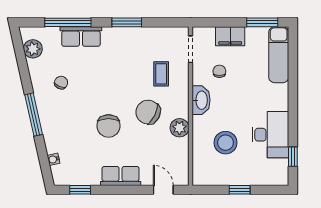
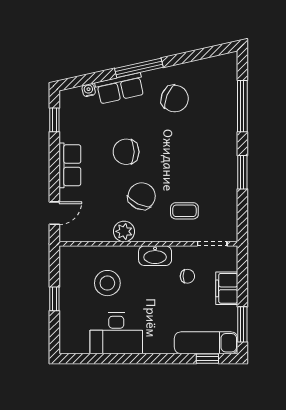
row of seats: (81, 37) -> (120, 88), moved, turned -103
plant: (33, 49) -> (213, 67), removed
chair: (61, 83) -> (175, 99), width x1.87, depth x1.87
window: (293, 157) -> (207, 359), moved

